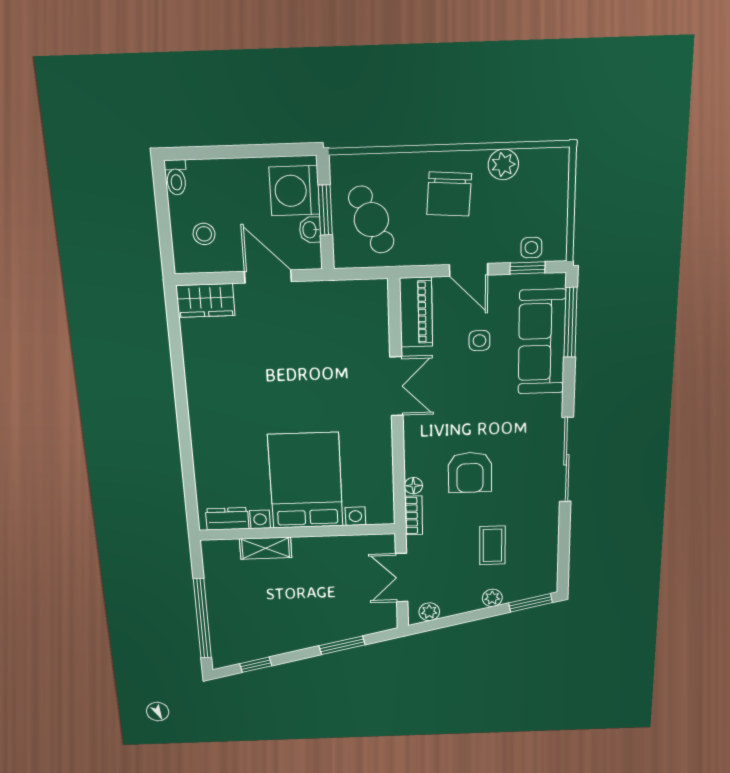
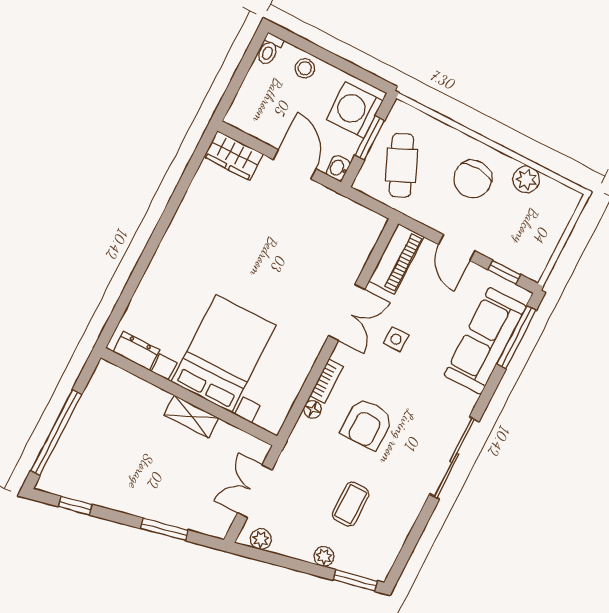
washbasin: (310, 230) -> (338, 168), moved
stool: (204, 234) -> (305, 68), moved
side table: (531, 248) -> (515, 257), removed
side table: (479, 341) -> (396, 339), moved
bookcase: (414, 515) -> (327, 381), moved
shelving: (266, 548) -> (191, 417), moved

